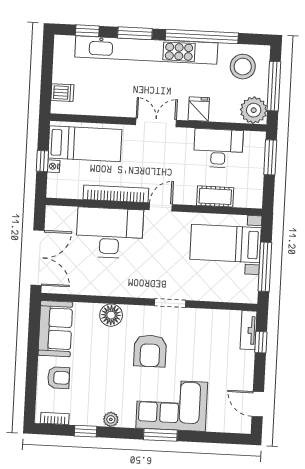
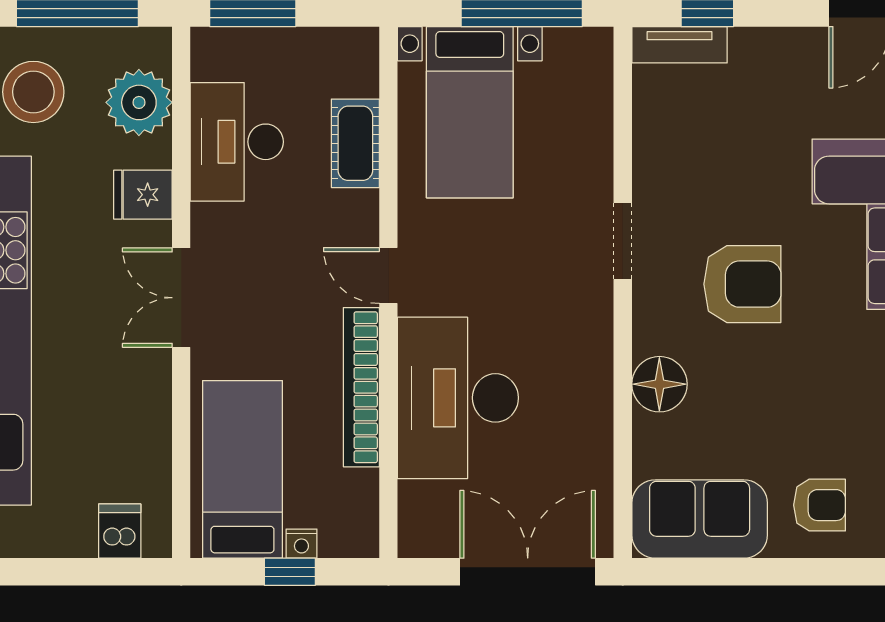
plant: (254, 110) -> (139, 102), moved
armchair: (59, 378) -> (820, 505), turned 90

